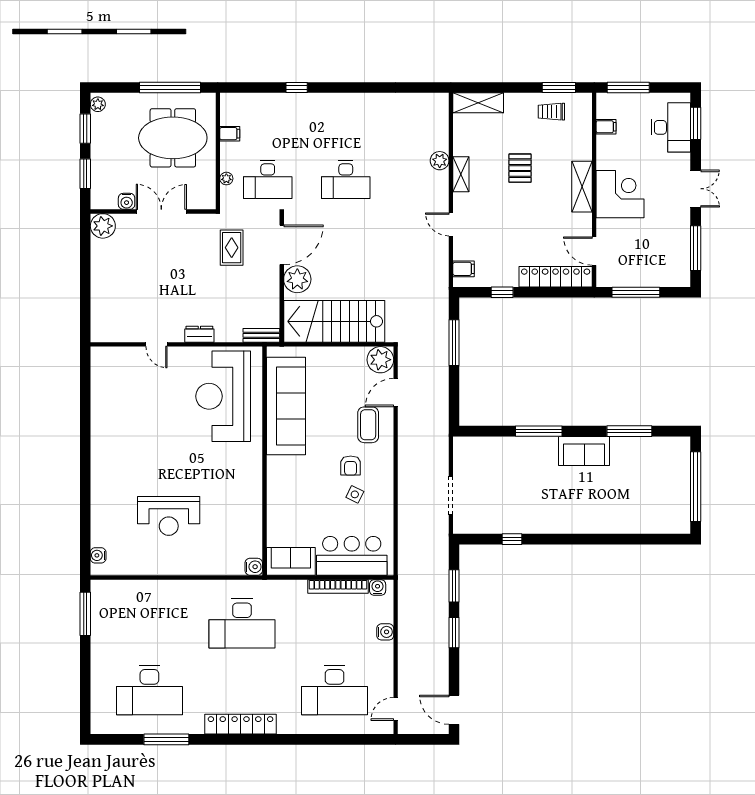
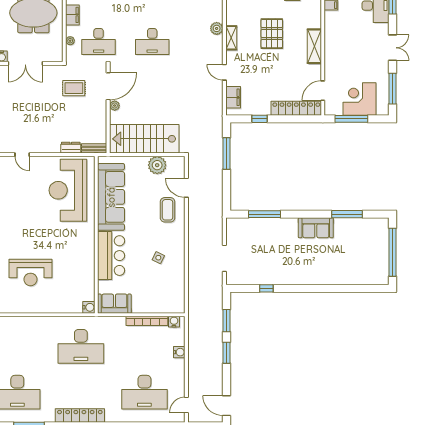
filing cabinet: (230, 134) -> (72, 15), width x2.00
pallet: (520, 168) -> (272, 34), width x1.50, depth x1.42
corner desk: (620, 194) -> (359, 99), moved, turned -90
double door: (161, 211) -> (25, 63), swing flipped
rug: (232, 248) -> (74, 88), turned 90
door: (594, 251) -> (323, 91), hinge flipped
filing cabinet: (464, 269) -> (233, 97), width x2.00
plant: (297, 279) -> (115, 106), width x0.53, depth x0.53
dresser: (199, 334) -> (71, 148), moved
plant: (380, 360) -> (157, 165), moved
door: (396, 393) -> (186, 188), hinge flipped
window: (539, 431) -> (265, 214), moved
armchair: (351, 466) -> (155, 238), removed
bar counter: (352, 556) -> (111, 256), moved, turned 90

